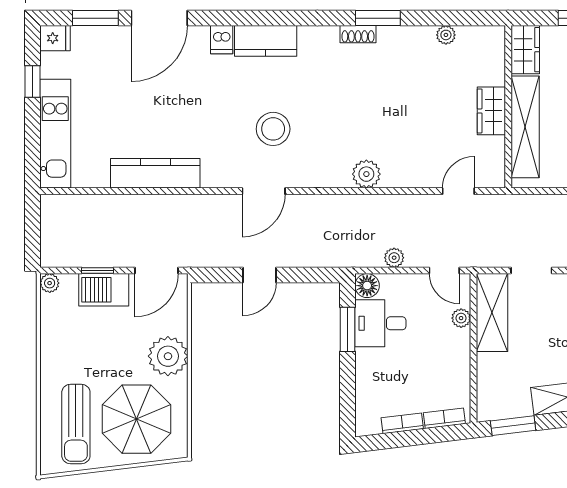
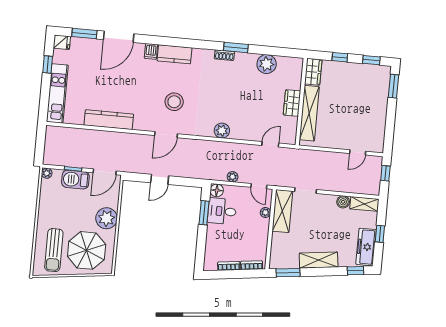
plant: (446, 35) -> (267, 64), width x1.88, depth x1.88

